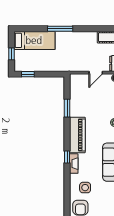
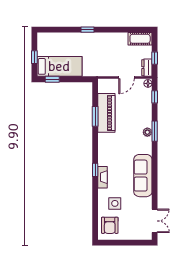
window: (60, 29) -> (88, 30), width x0.46
bed: (34, 40) -> (59, 66), moved
piano: (77, 135) -> (106, 113), moved

